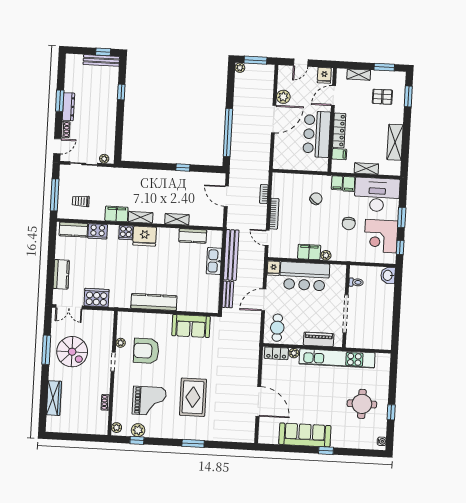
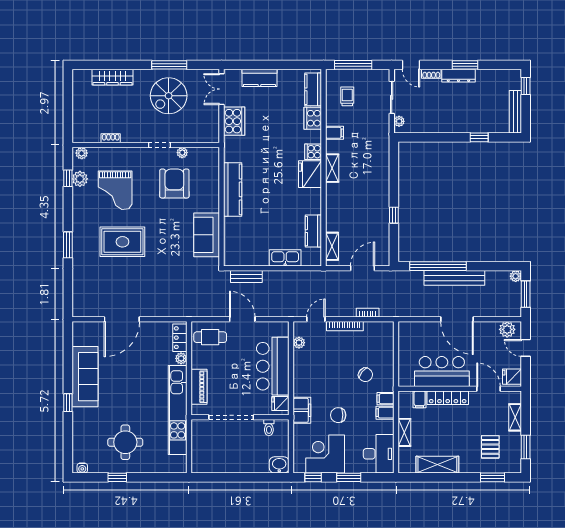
window: (103, 52) -> (526, 86), moved
plant: (283, 97) -> (507, 329), moved
desk: (377, 195) -> (379, 454), width x0.73, depth x0.77
filing cabinet: (116, 214) -> (335, 133), width x0.50
shelving: (177, 219) -> (332, 246), moved
filing cabinet: (309, 252) -> (302, 410), moved
bench: (231, 255) -> (454, 278), moved
plant: (326, 255) -> (299, 343), moved
fridge: (274, 268) -> (280, 403), moved

